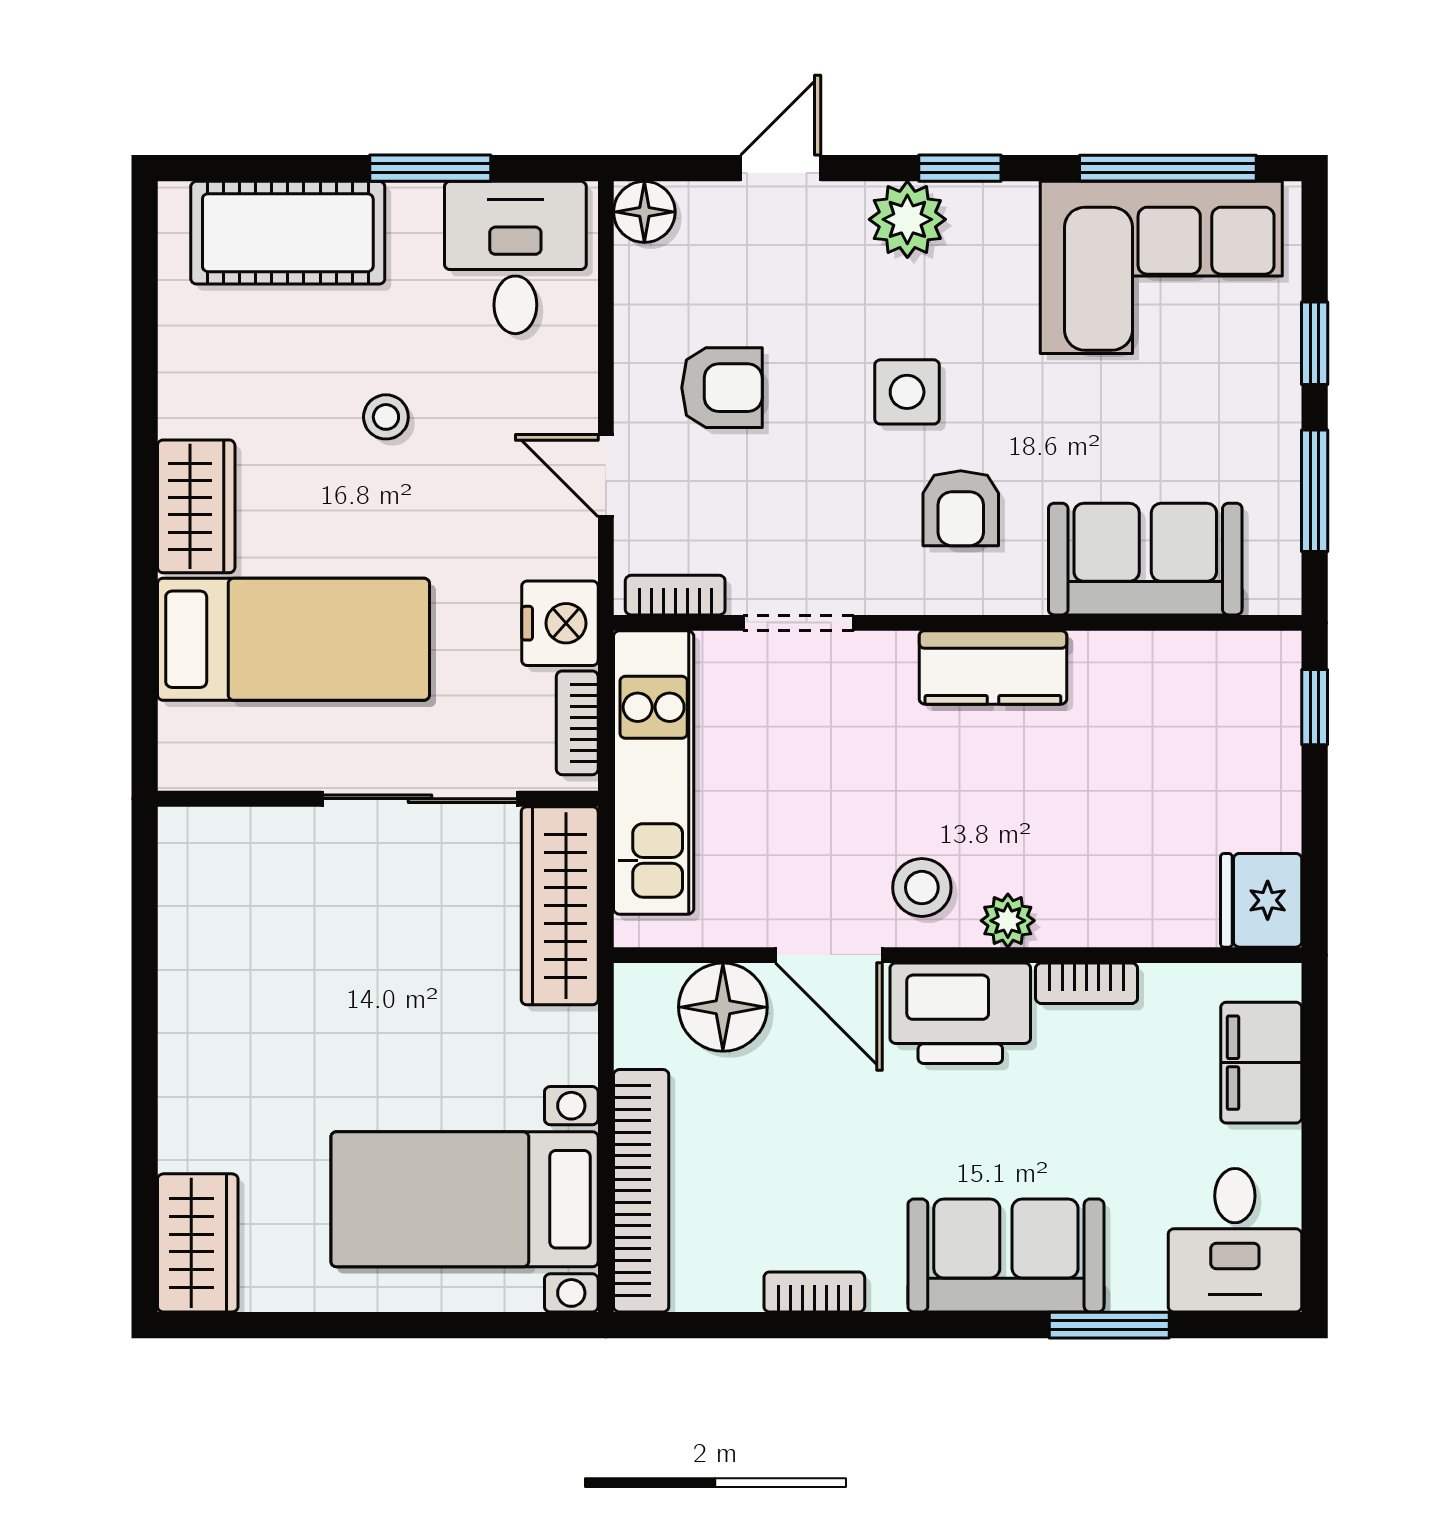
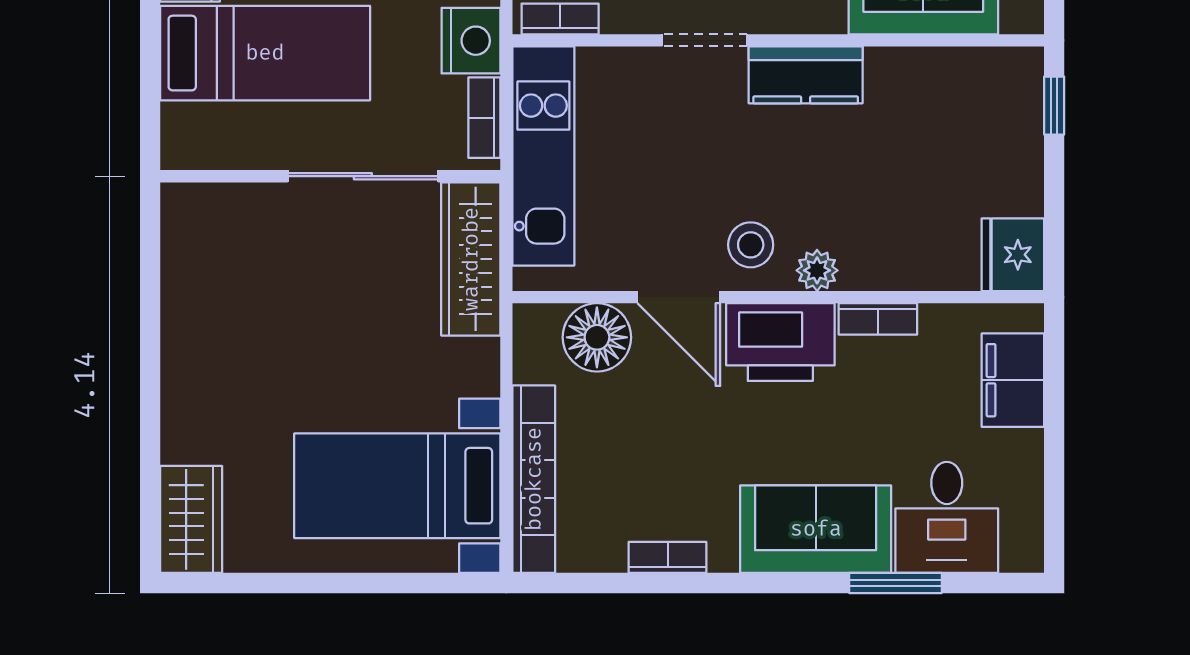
doorway: (798, 623) -> (705, 40), moved
desk: (1235, 1240) -> (947, 517), moved

